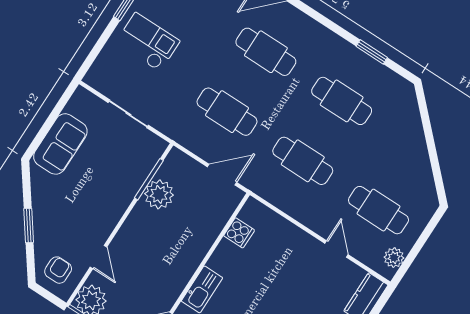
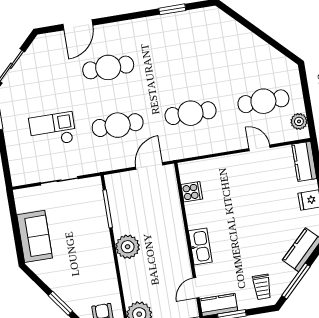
checkout: (148, 42) -> (53, 130), moved
cafe table: (342, 101) -> (181, 56), removed
plant: (159, 194) -> (128, 247), moved
door: (98, 257) -> (120, 284), removed

